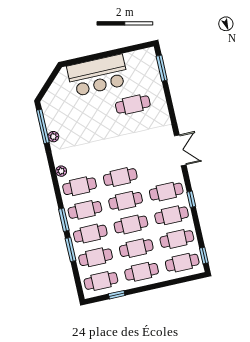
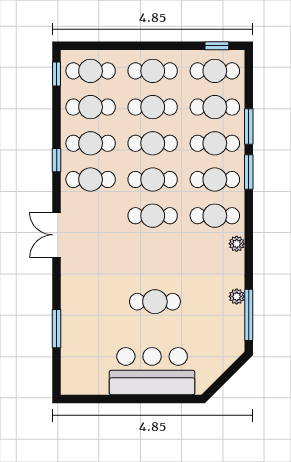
window: (162, 68) -> (57, 329), moved
cafe table: (133, 105) -> (155, 302), moved
window: (117, 295) -> (217, 46), moved

